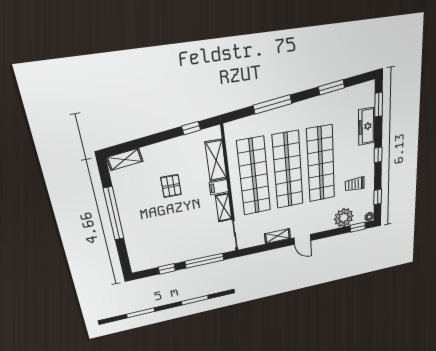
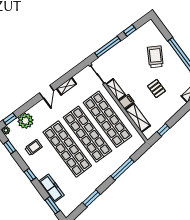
trolley: (151, 225) -> (155, 57), added
door: (302, 239) -> (47, 92), swing flipped

